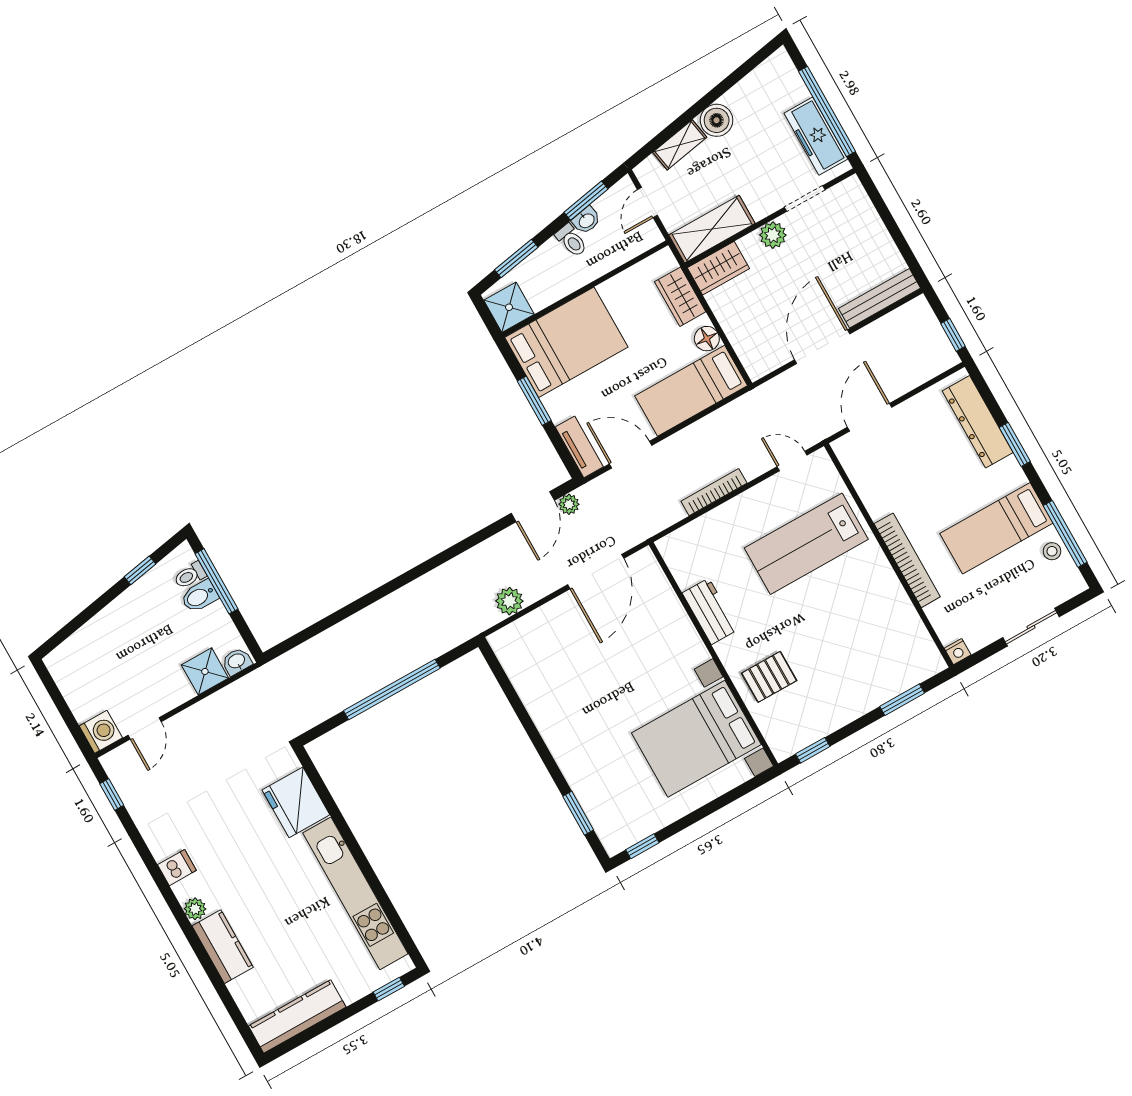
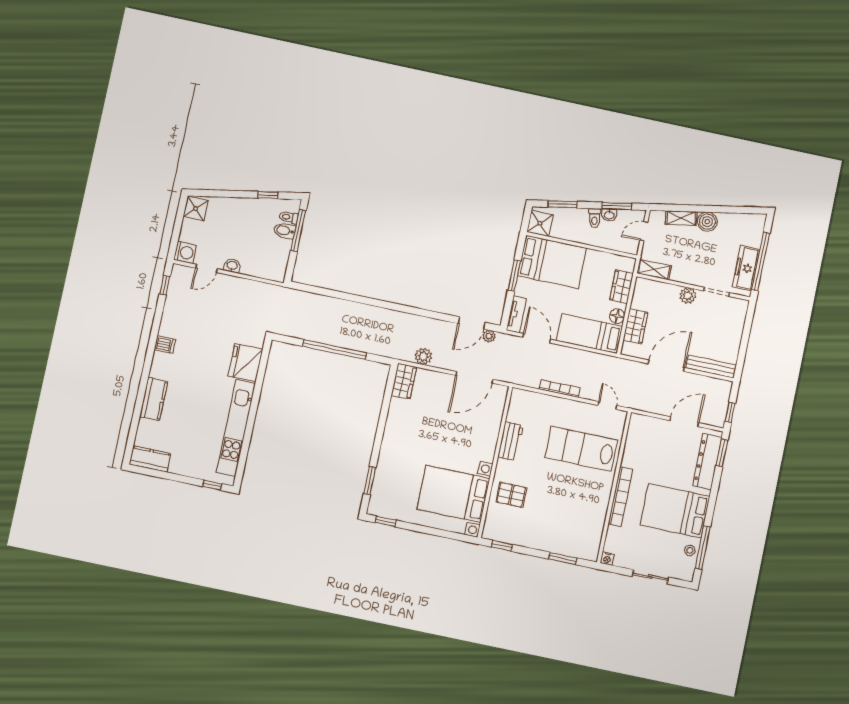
shelving: (712, 229) -> (654, 269), width x0.67, depth x0.75
wardrobe: (718, 268) -> (636, 326), moved, turned -90
door: (870, 417) -> (684, 422), moved
window: (1015, 444) -> (722, 453), moved
bed: (996, 528) -> (675, 511), width x1.50
wardrobe: (512, 653) -> (404, 381), added
washbasin: (237, 661) -> (232, 266), moved
shower: (205, 671) -> (196, 208), moved
plant: (195, 909) -> (156, 371), removed
kitchen counter: (297, 1017) -> (150, 459), width x0.67

